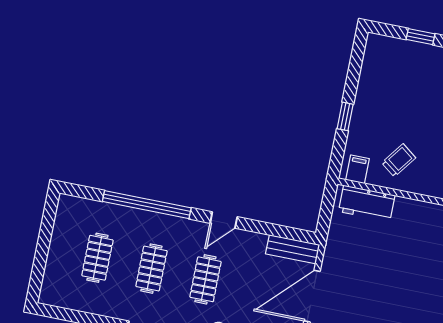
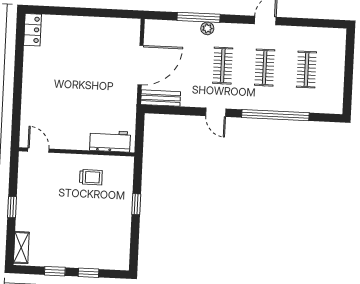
trolley: (399, 160) -> (91, 177), turned -127
filing cabinet: (357, 169) -> (121, 166), removed
door: (224, 220) -> (216, 112), swing flipped

